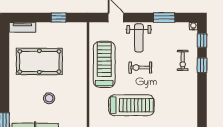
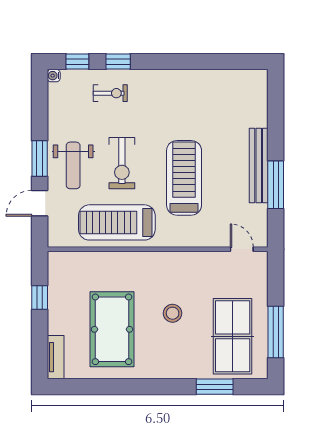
window: (164, 18) -> (40, 159), moved
weight bench: (139, 38) -> (73, 165), turned 90
exercise bike: (140, 68) -> (122, 163), width x1.38, depth x1.39

